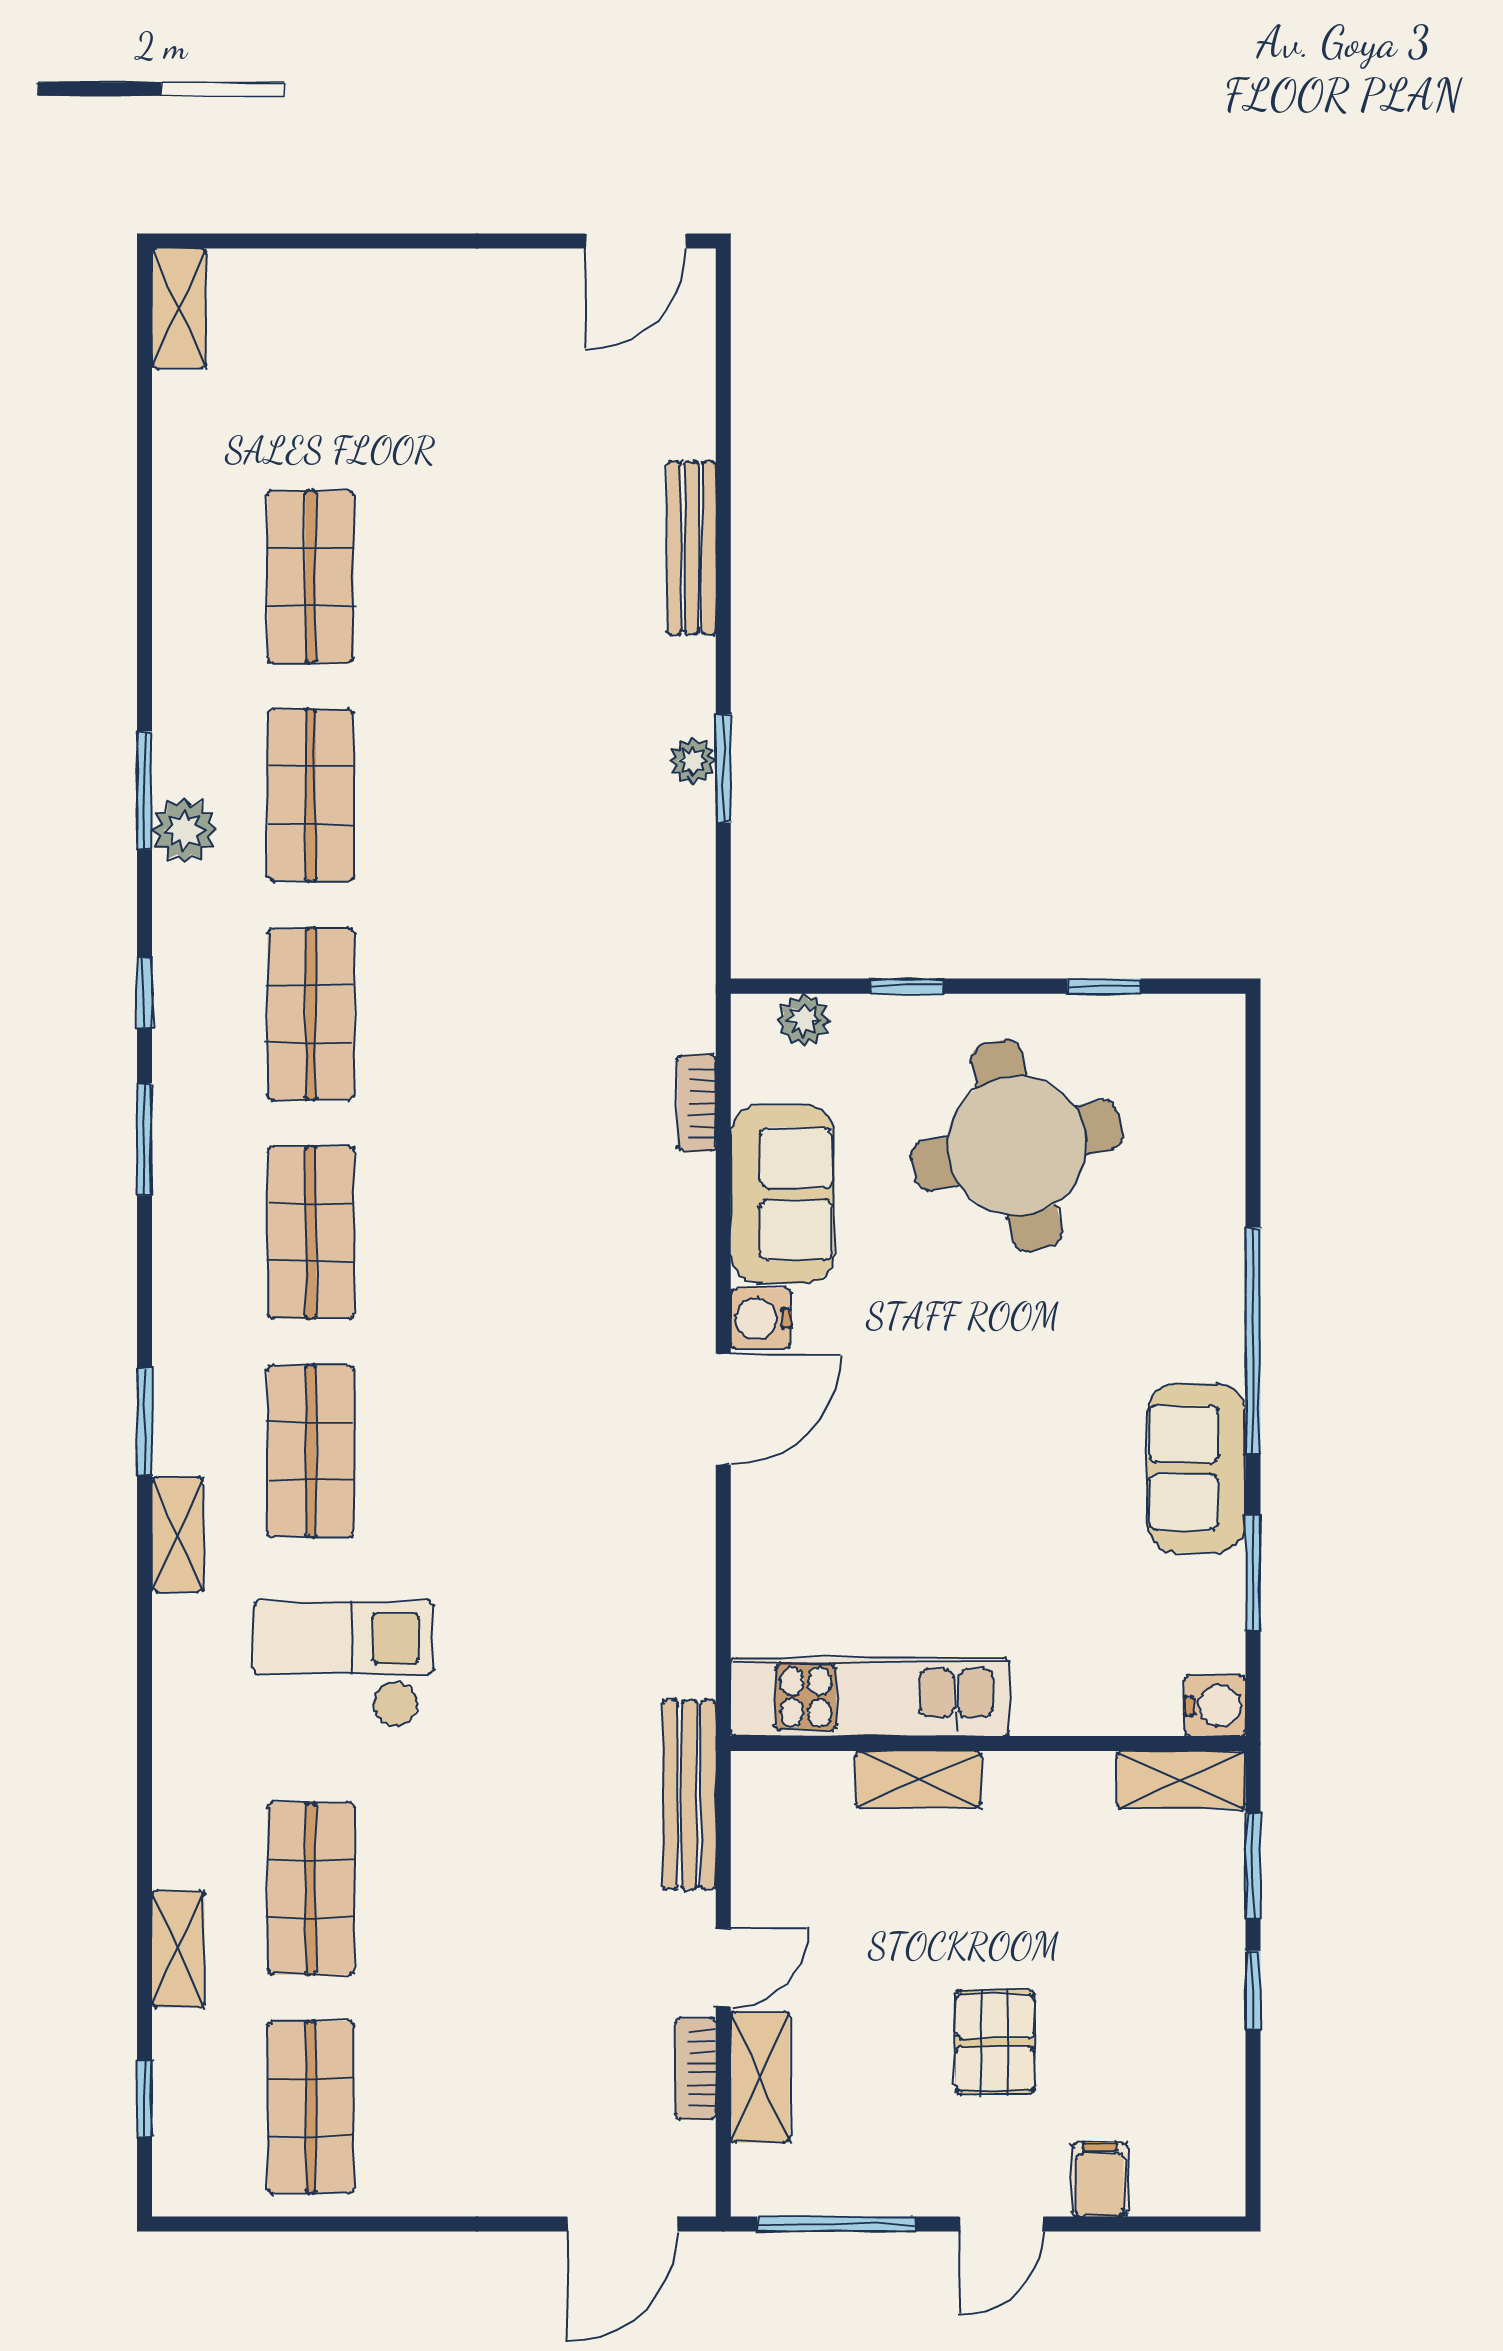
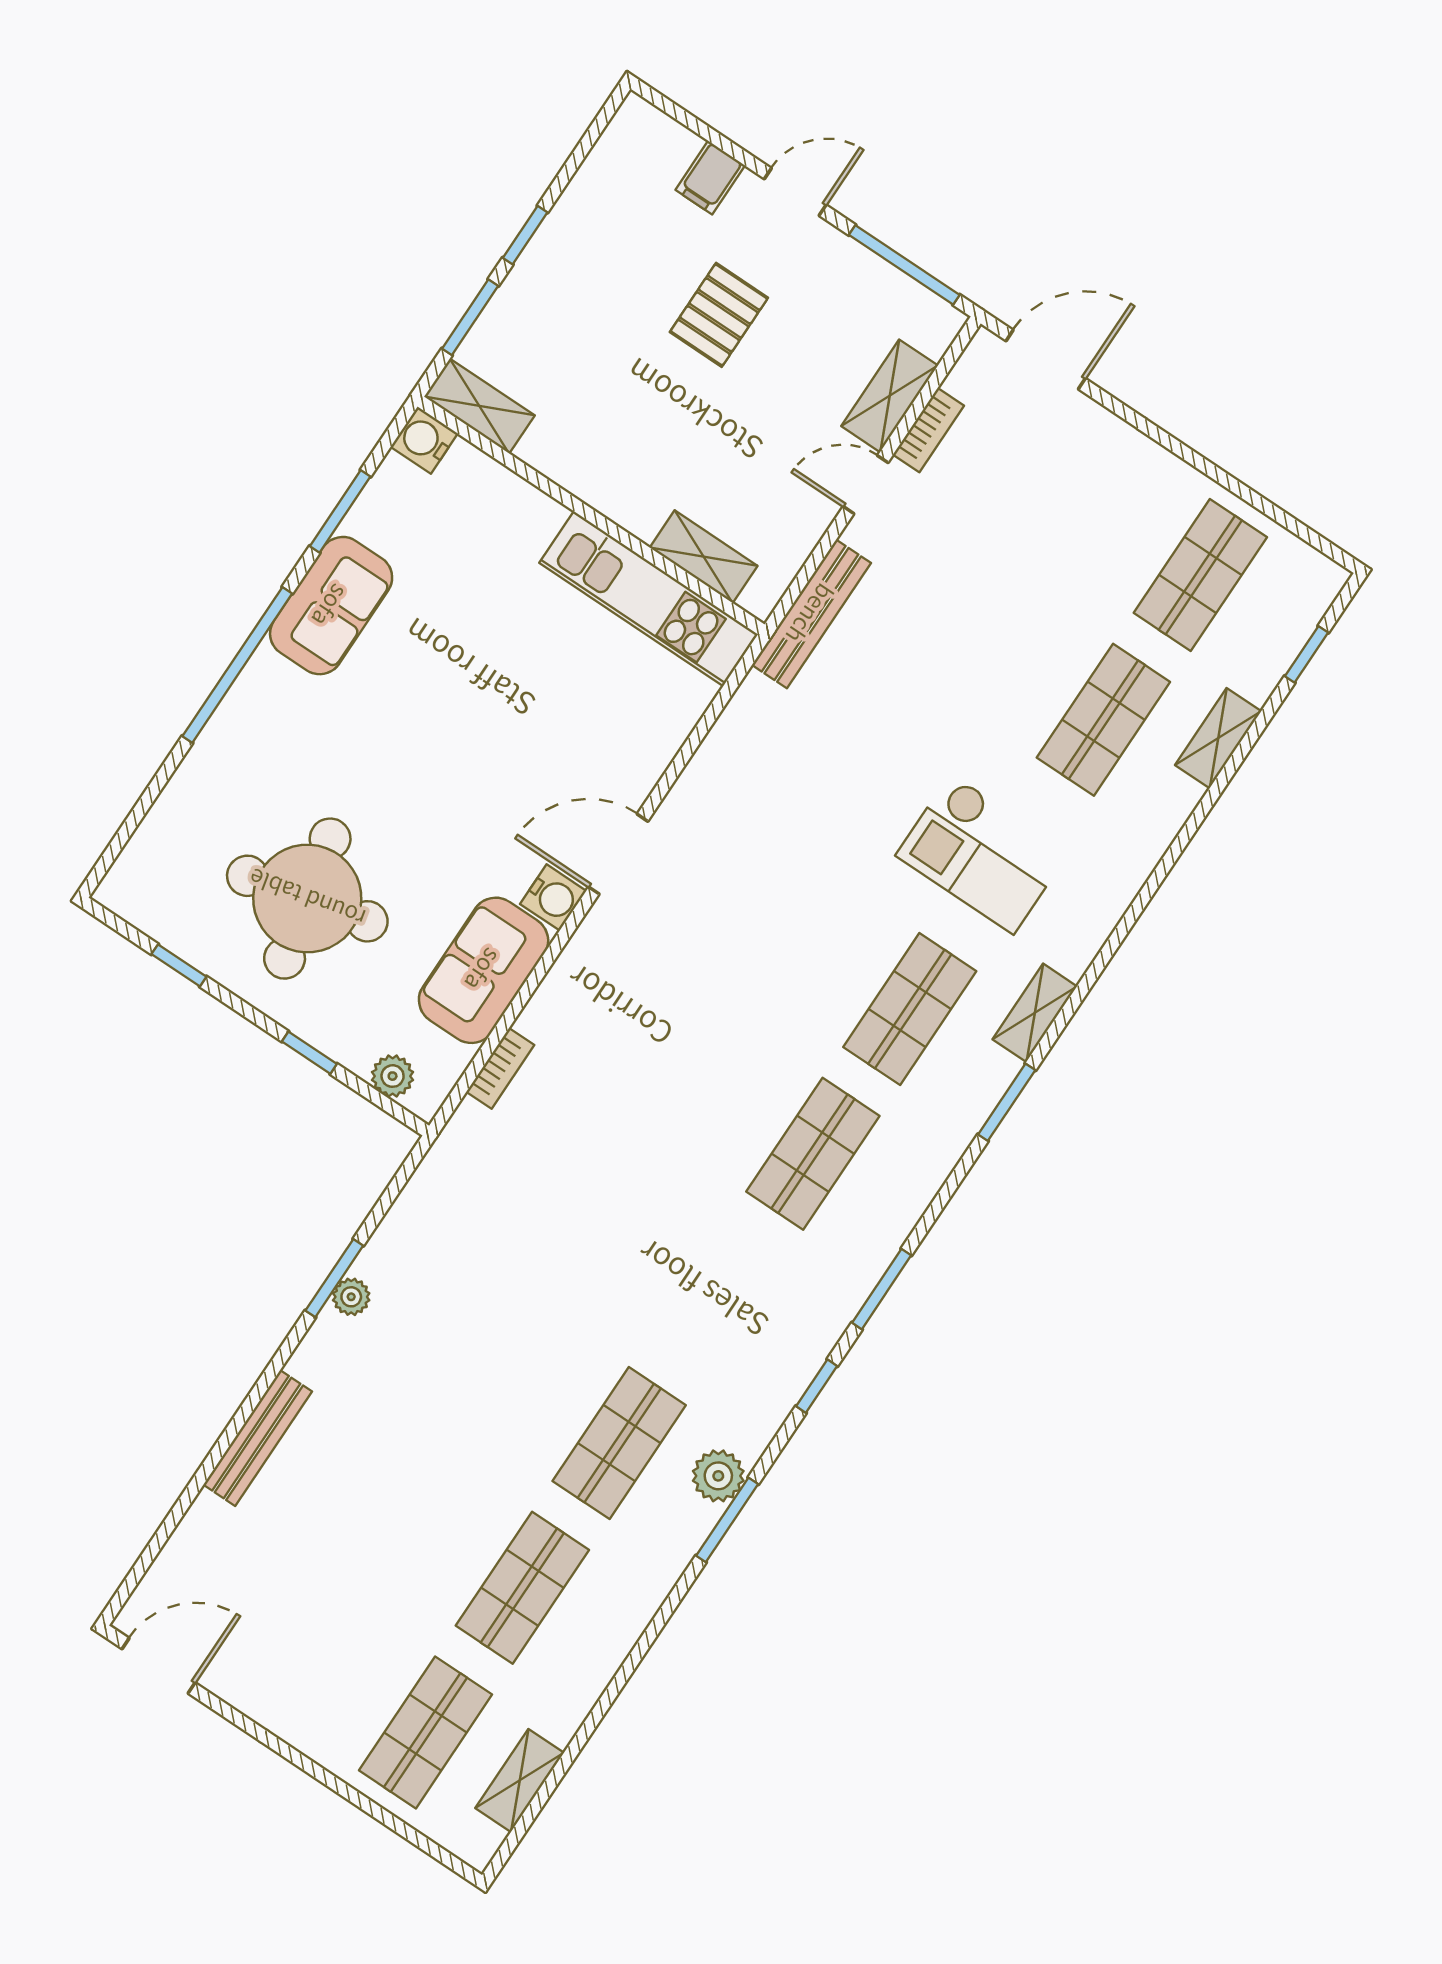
shelving: (179, 308) -> (520, 1780), moved
shop shelf: (311, 1014) -> (426, 1732), moved
shelving: (918, 1779) -> (704, 557), moved

